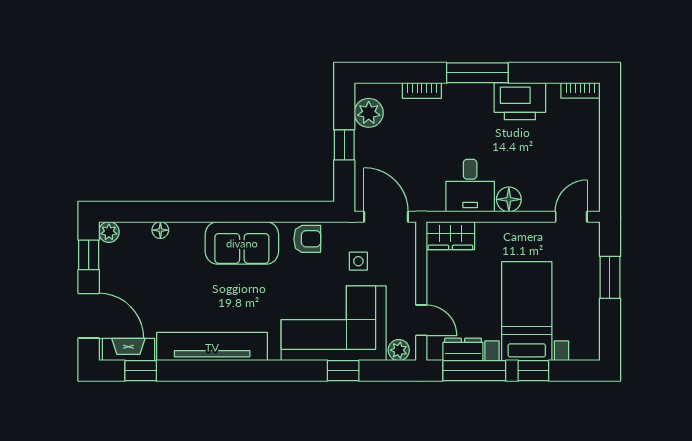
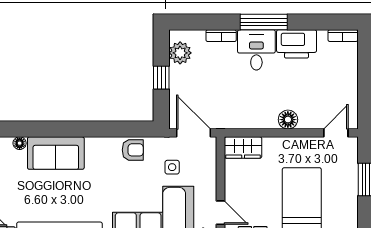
desk: (470, 186) -> (256, 50), moved, turned 180
sofa: (242, 243) -> (56, 153), moved

